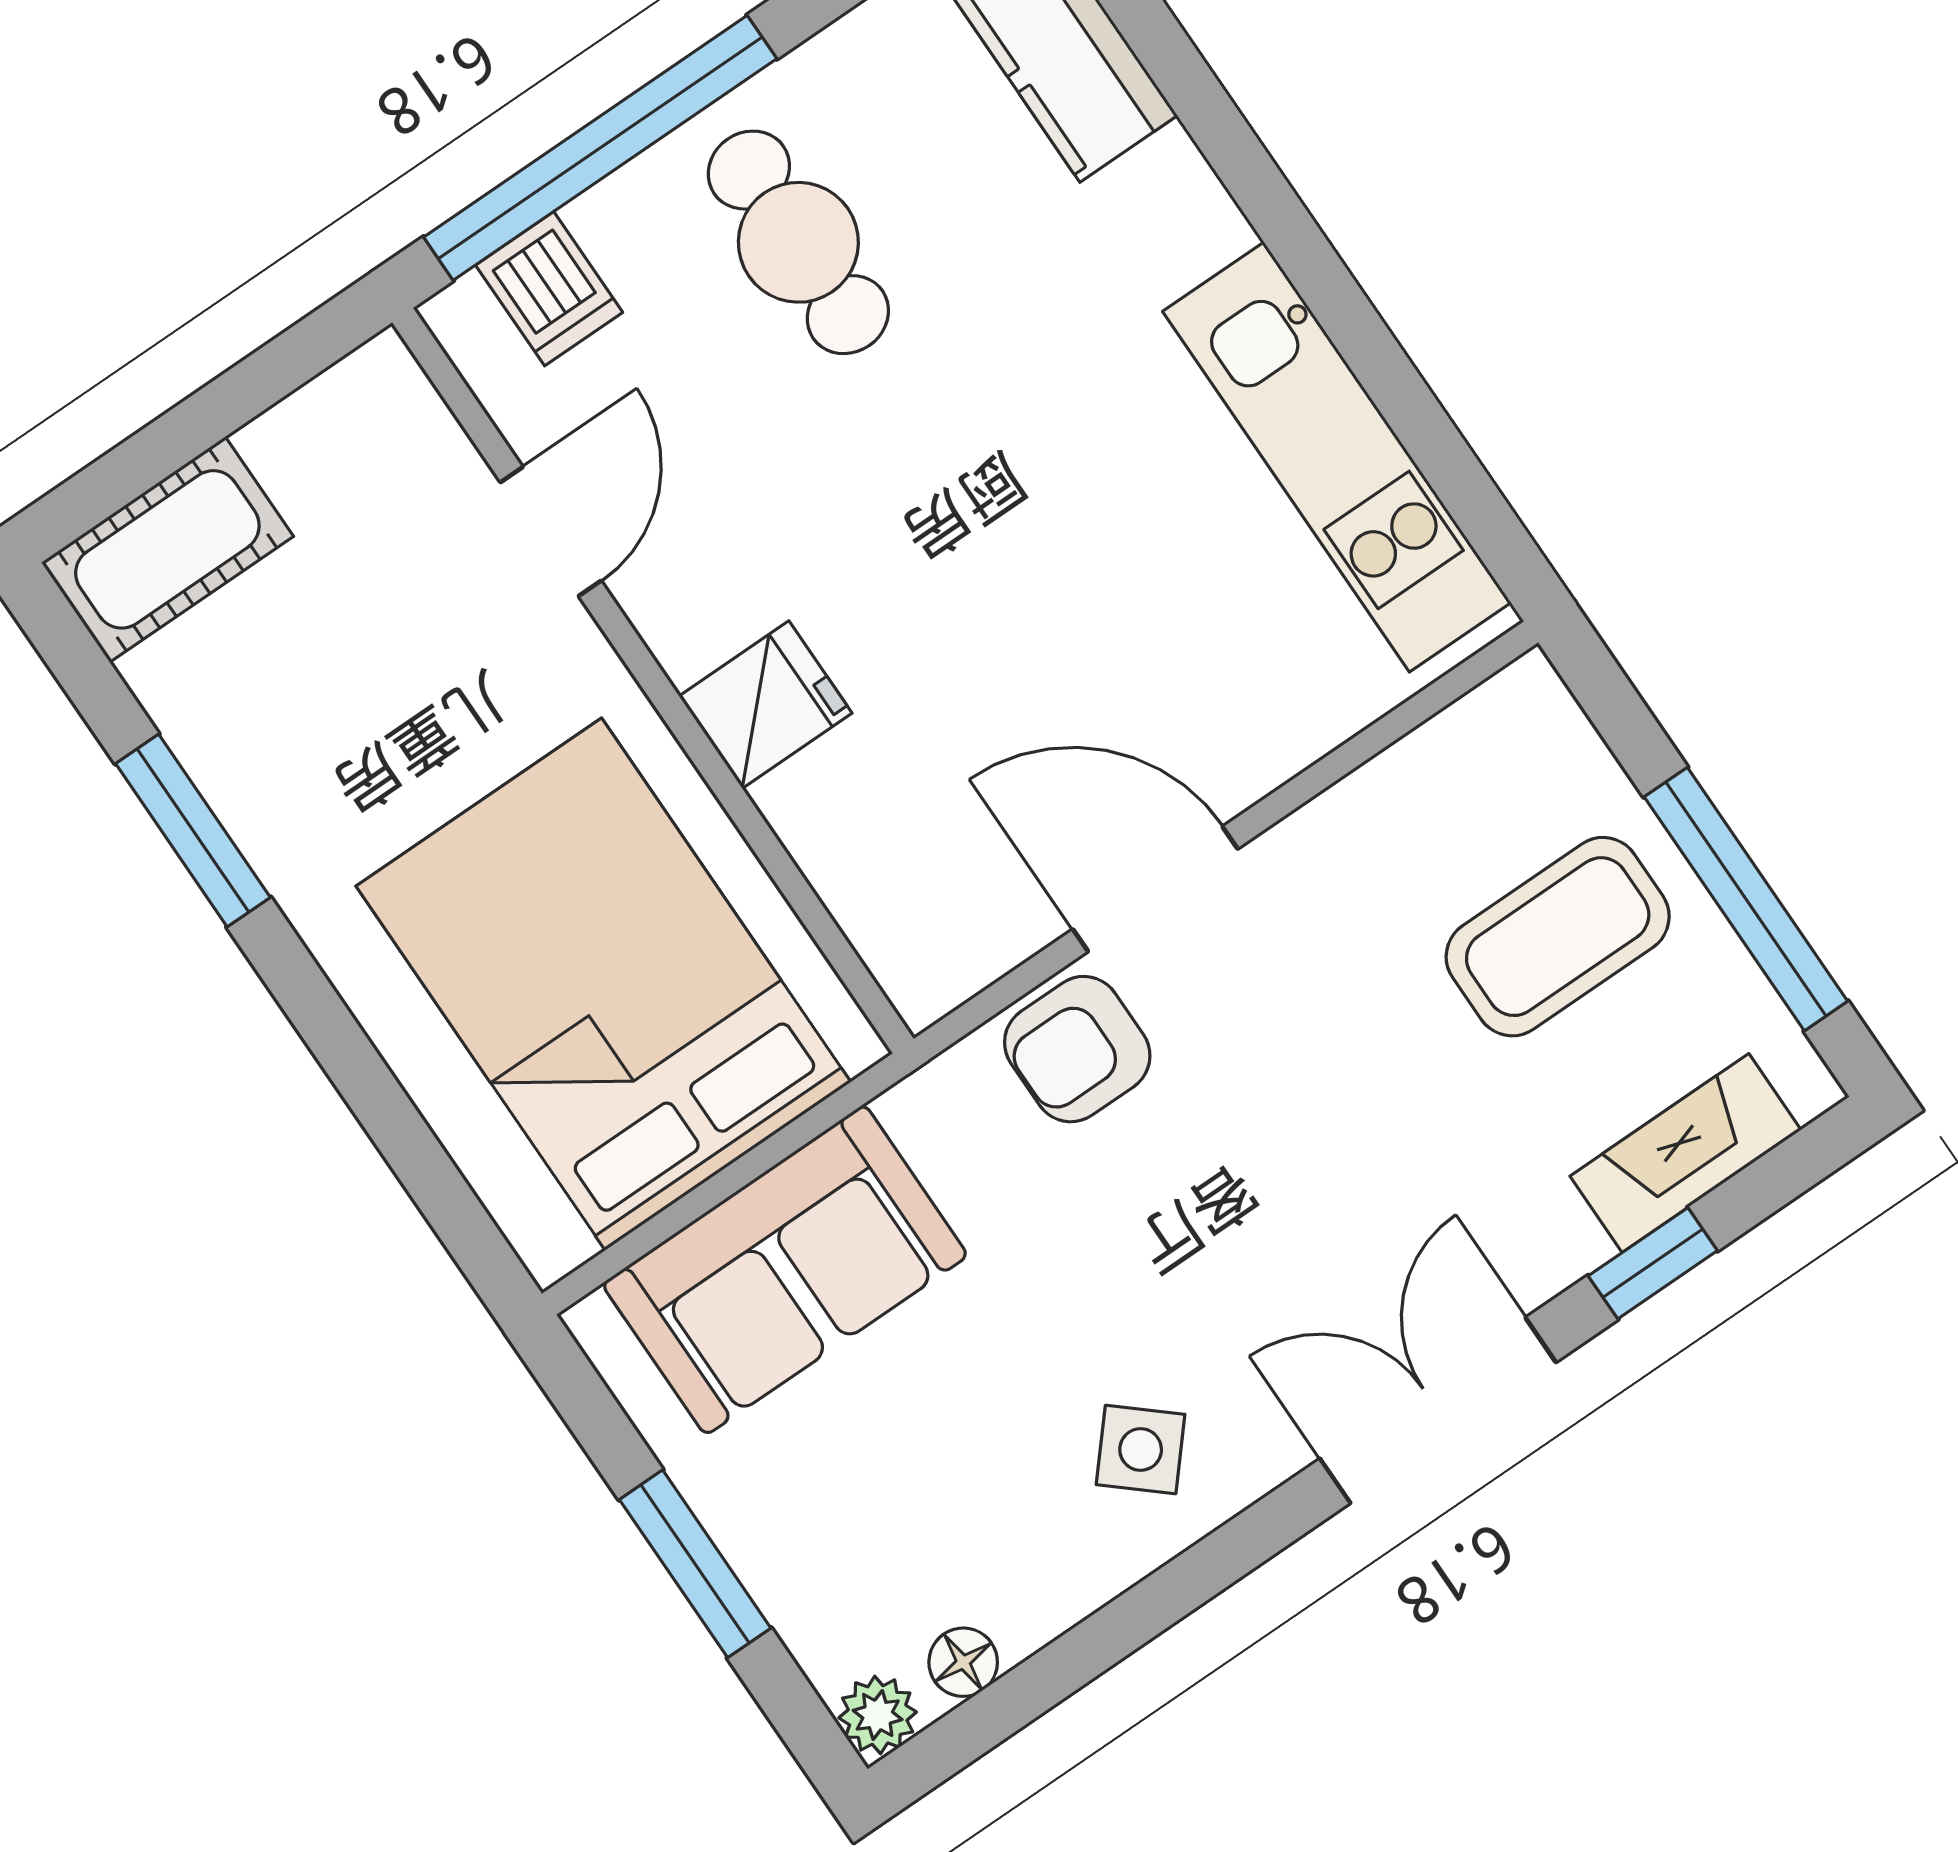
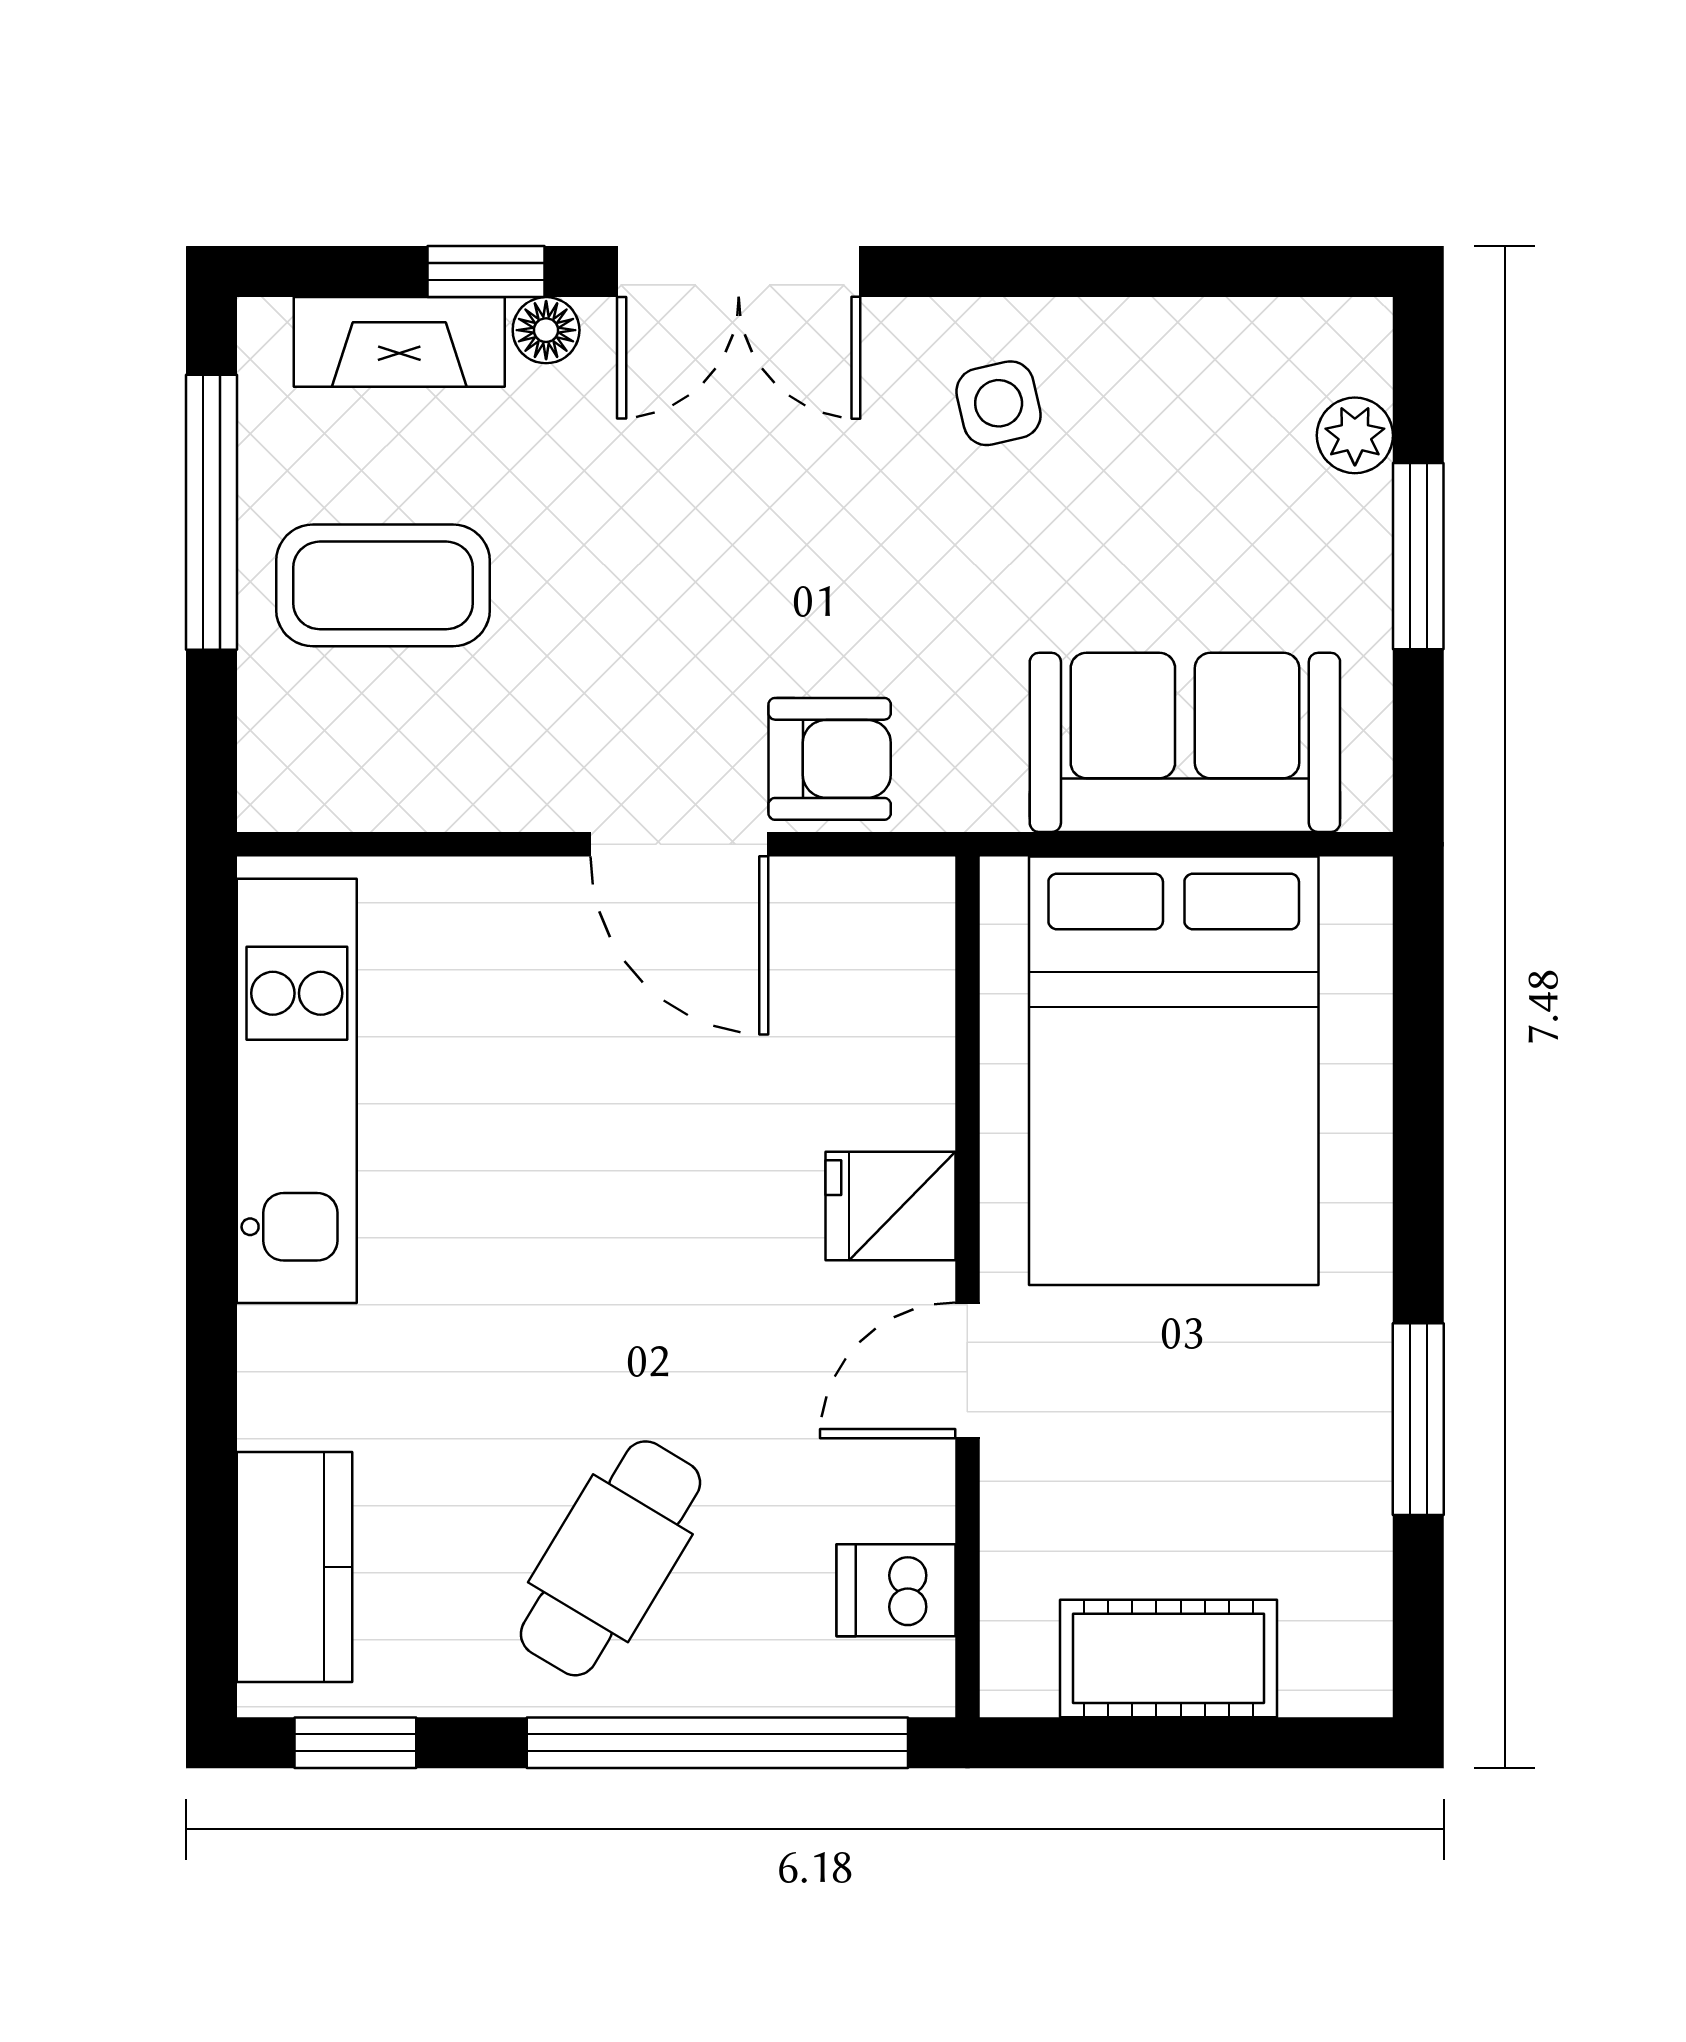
cafe table: (798, 242) -> (610, 1558), turned 31
dishwasher: (549, 289) -> (896, 1590), moved, turned -90
door: (551, 531) -> (967, 1370), moved
cot: (167, 549) -> (1168, 1658), moved
side table: (1141, 1449) -> (999, 403), turned 36
floor lamp: (963, 1662) -> (546, 330), moved
plant: (878, 1715) -> (1355, 435), moved

